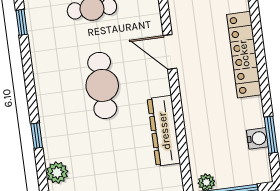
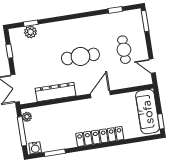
window: (37, 136) -> (31, 23), moved
water cooler: (257, 138) -> (35, 148), moved

